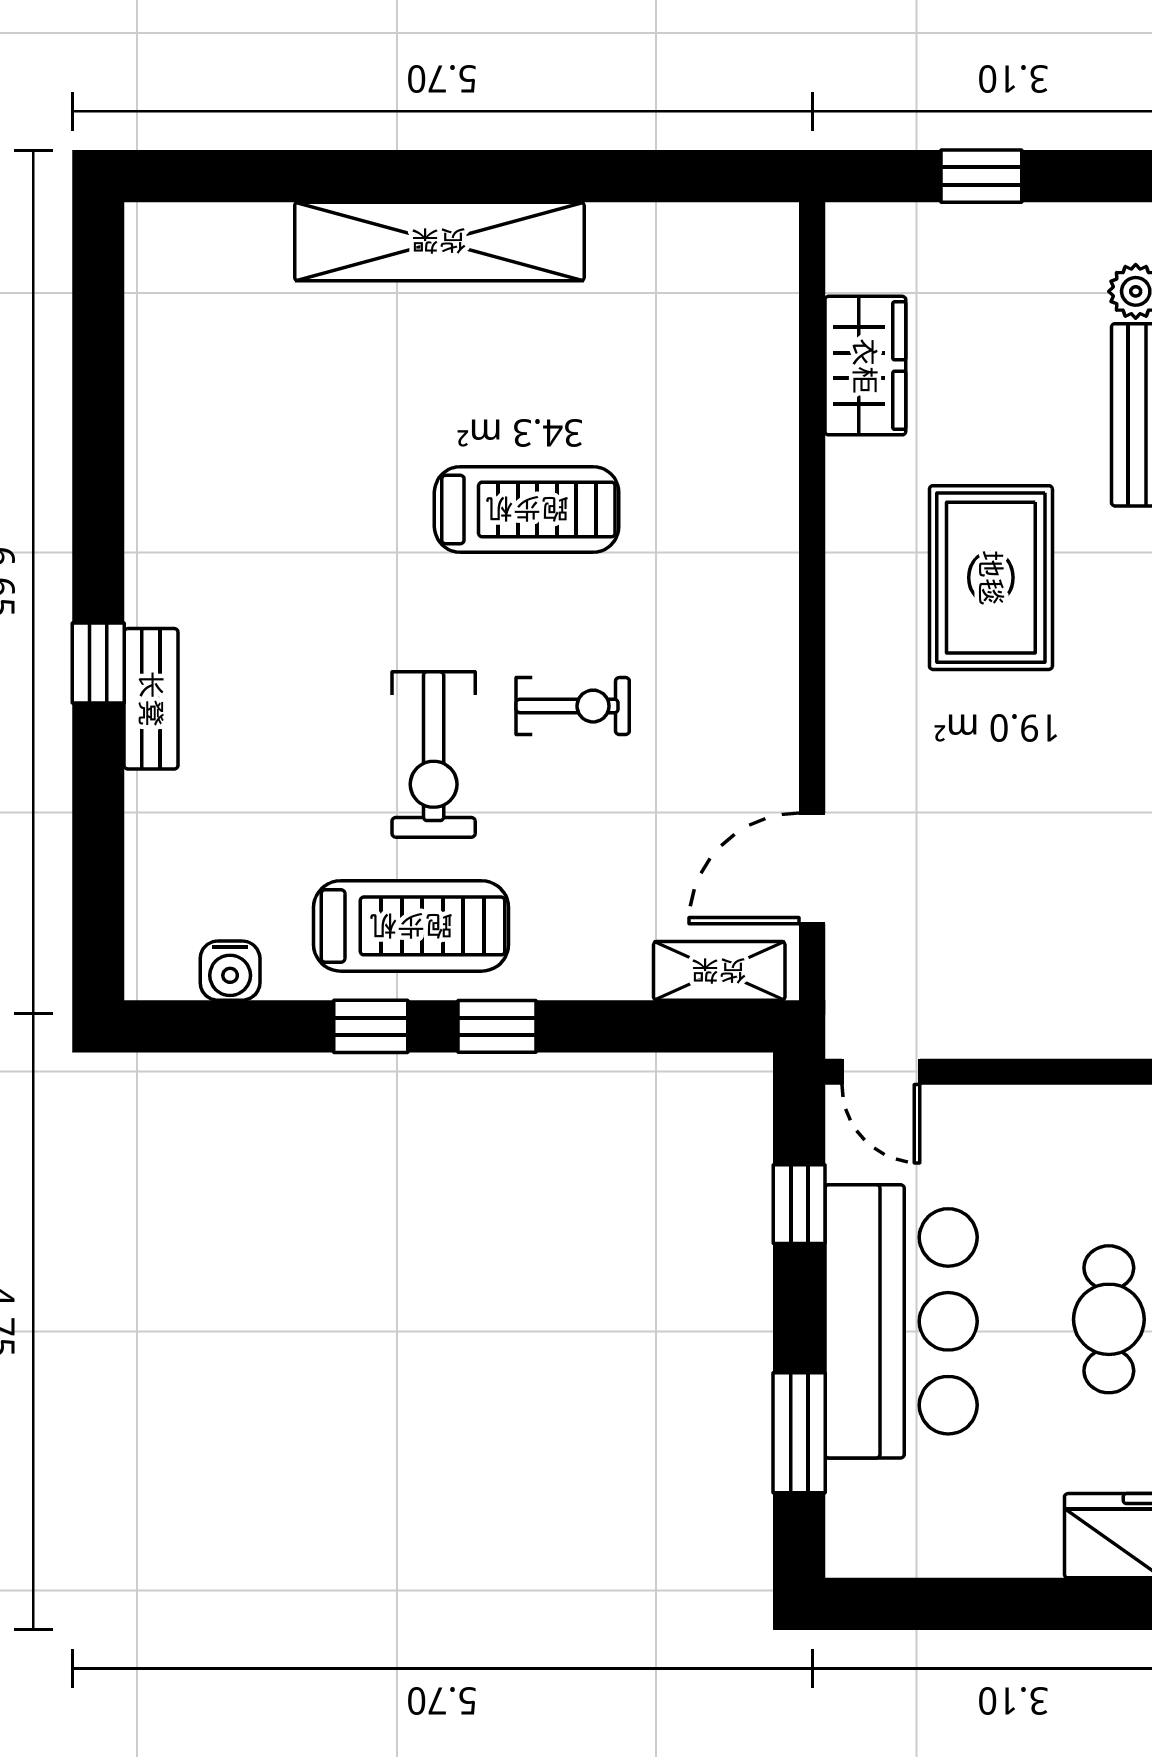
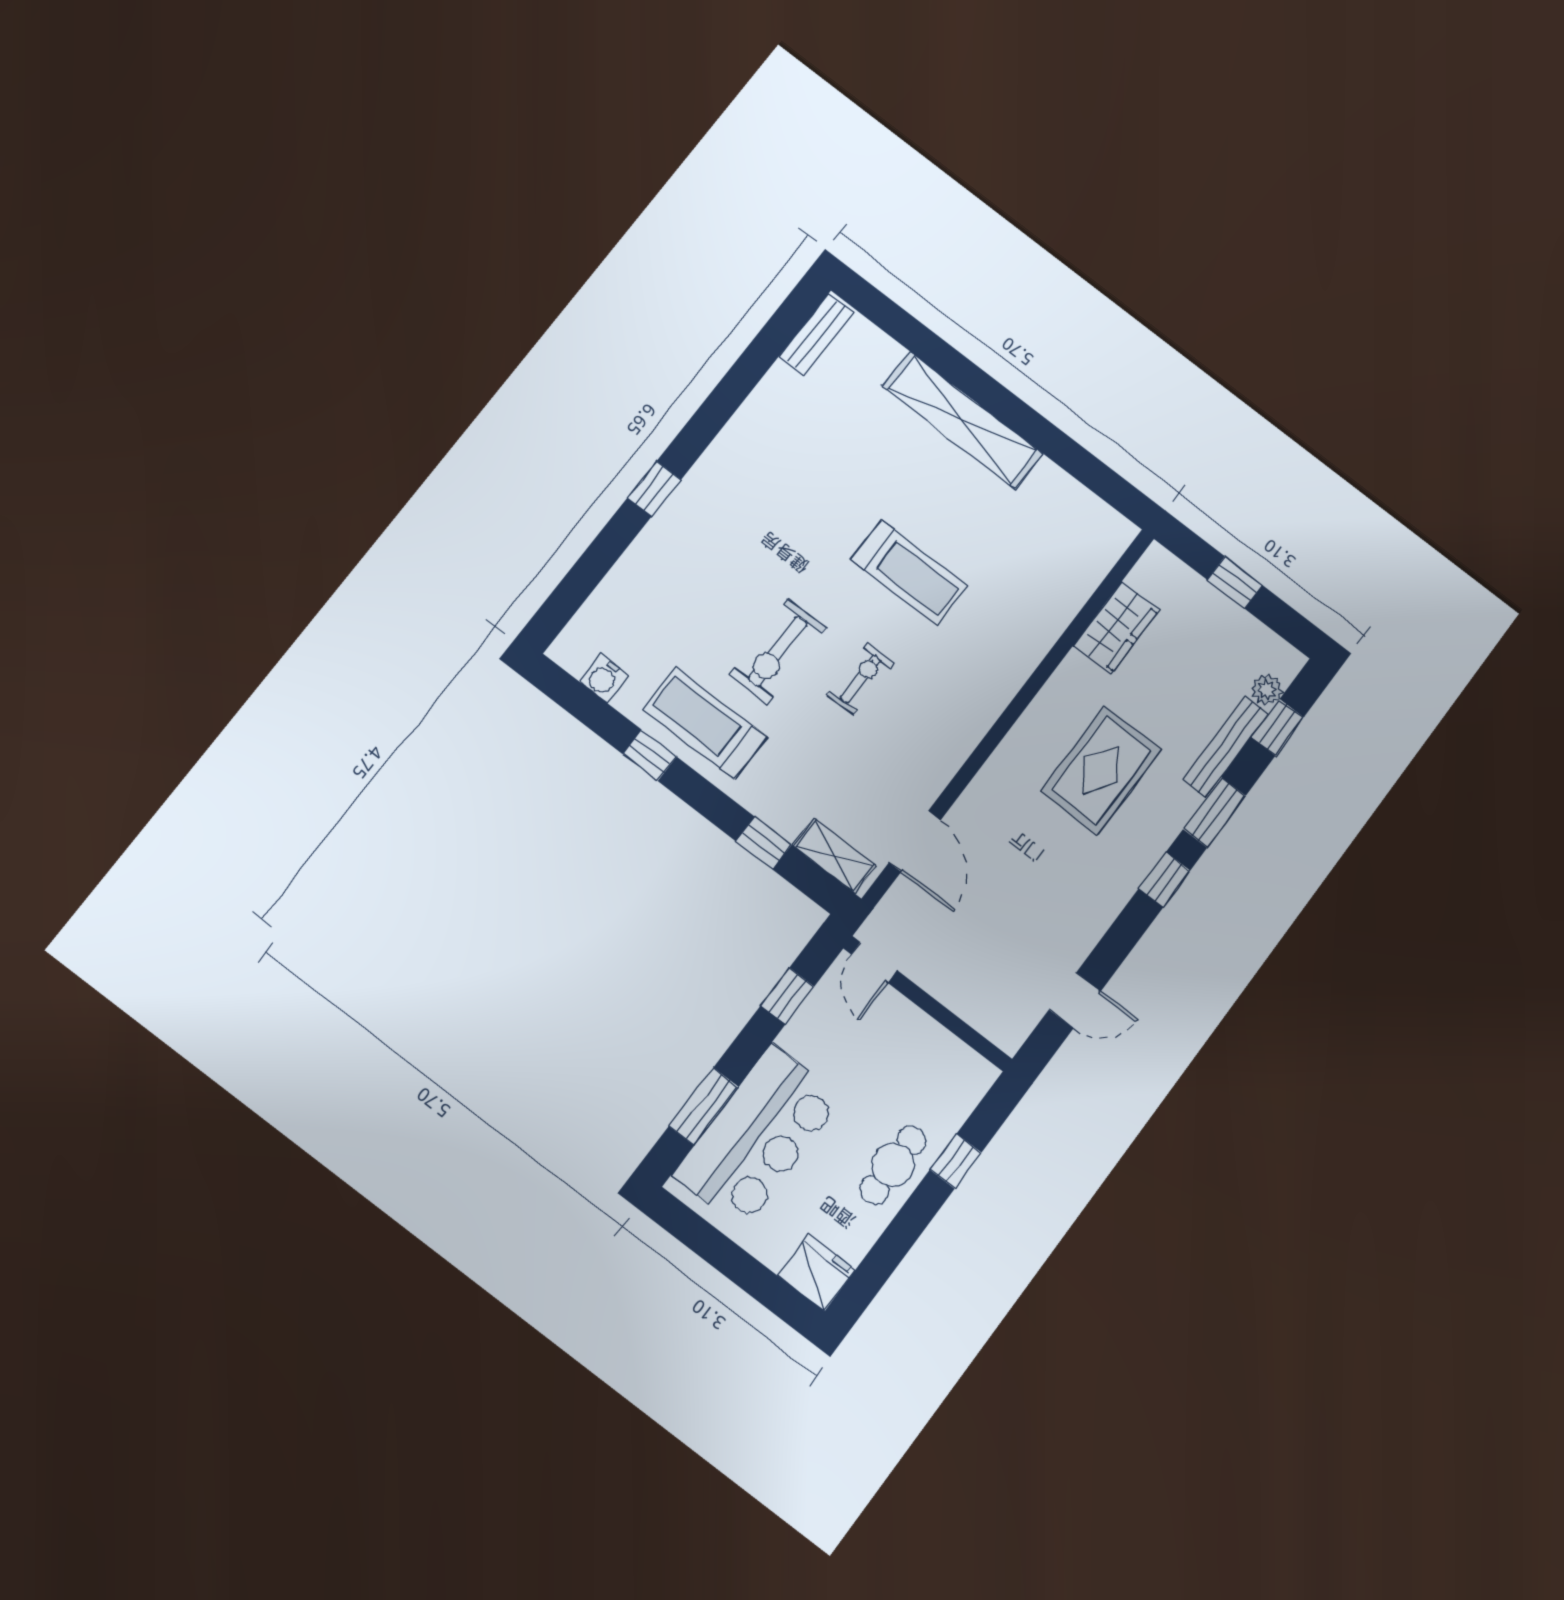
bench: (151, 699) -> (816, 334), moved
exercise bike: (573, 706) -> (860, 679), turned -90
door: (812, 868) -> (915, 841), swing flipped
treadmill: (411, 926) -> (705, 723), turned 180
window: (497, 1026) -> (764, 843), moved
bar counter: (901, 1321) -> (758, 1136), moved

